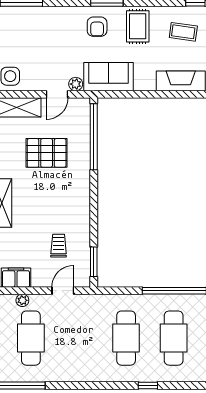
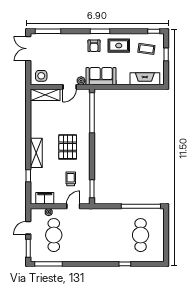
rug: (138, 26) -> (119, 46), turned 90
pallet: (47, 153) -> (68, 147), moved, turned 90
cafe table: (126, 338) -> (112, 235), removed

